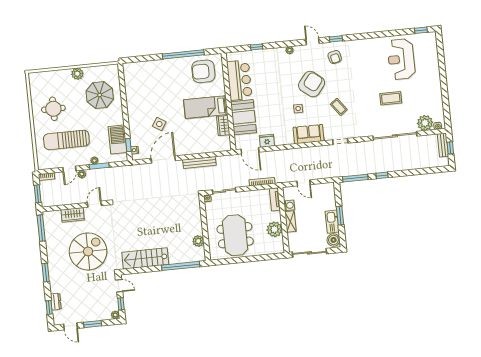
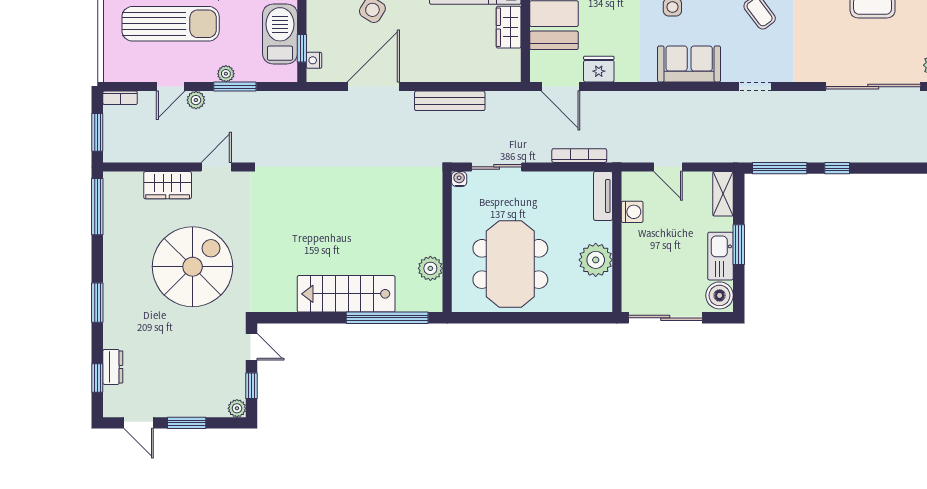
sun lounger: (66, 140) -> (171, 24), turned 180
shelving: (290, 222) -> (723, 194), moved
stairs: (145, 258) -> (346, 294), moved

